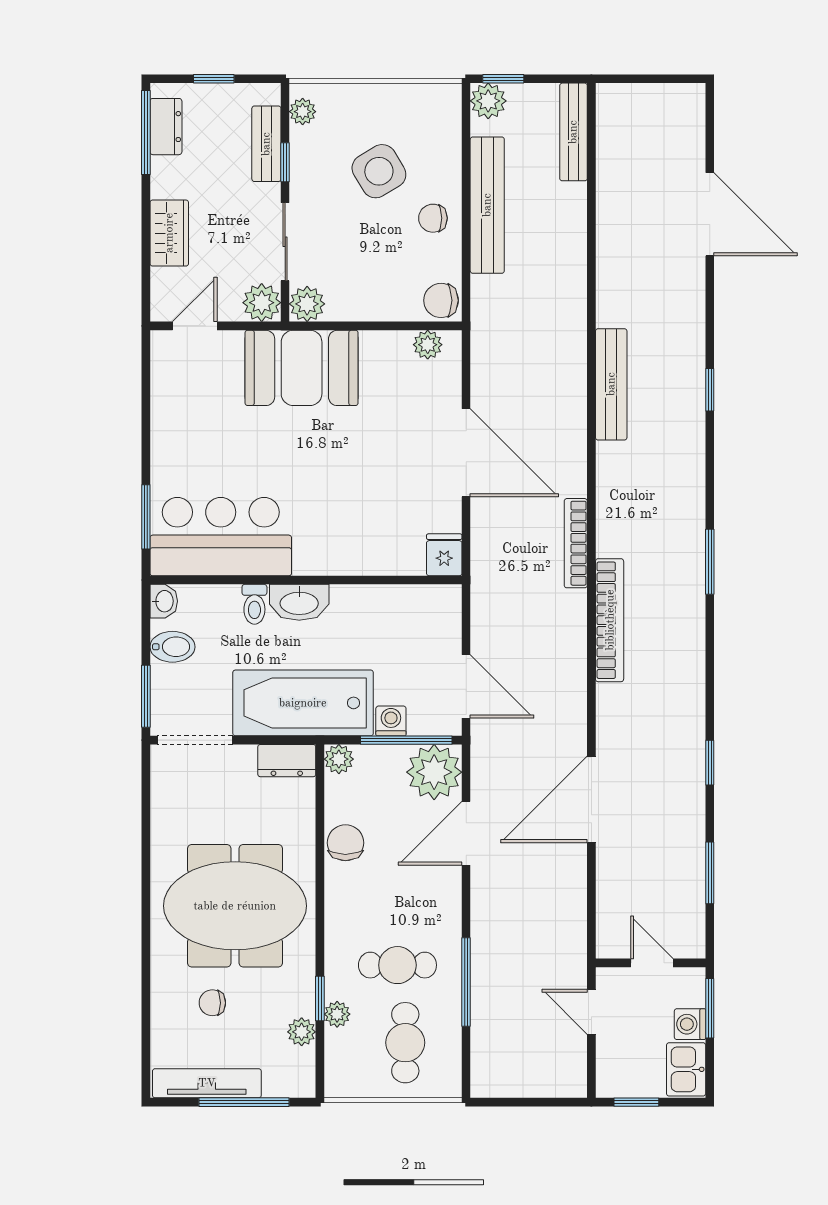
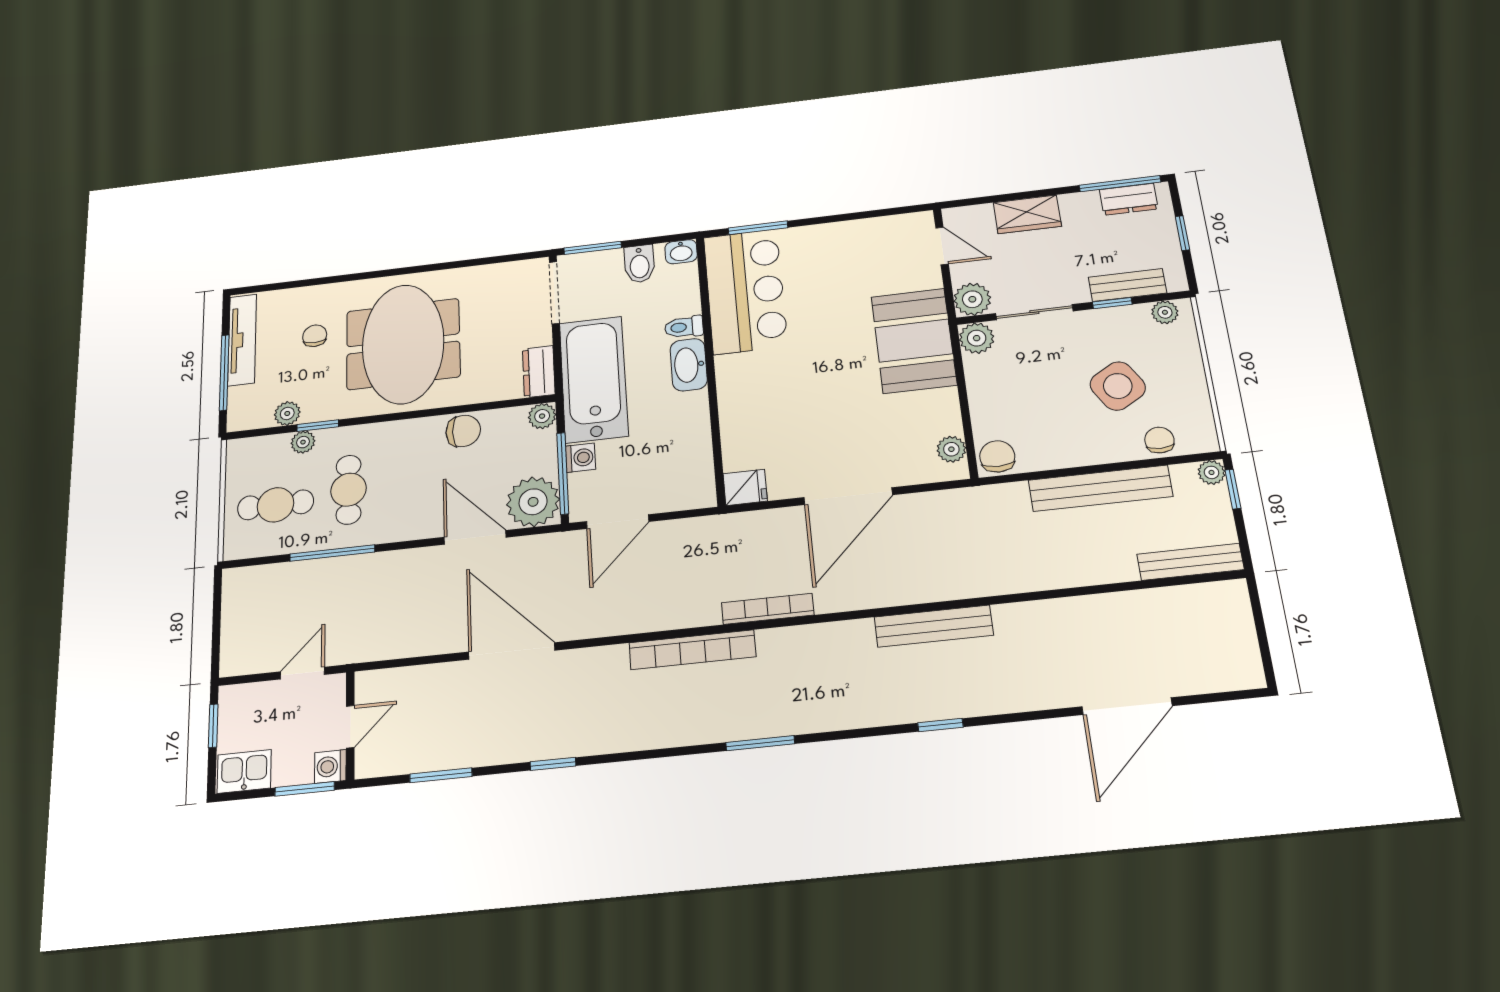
plant: (488, 101) -> (1211, 472), width x0.73, depth x0.73
chair: (433, 218) -> (1159, 440), moved
washing machine: (690, 1024) -> (330, 766), moved, turned -90

